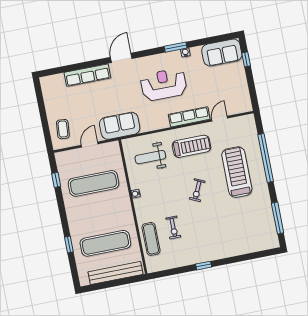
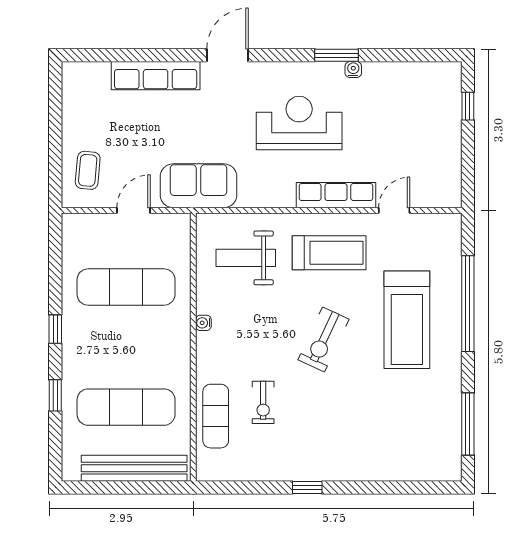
sofa: (222, 53) -> (424, 83), removed
treadmill: (237, 172) -> (407, 320), turned 180
window: (56, 180) -> (55, 329), moved
exercise bike: (197, 190) -> (324, 340), width x1.38, depth x1.39

